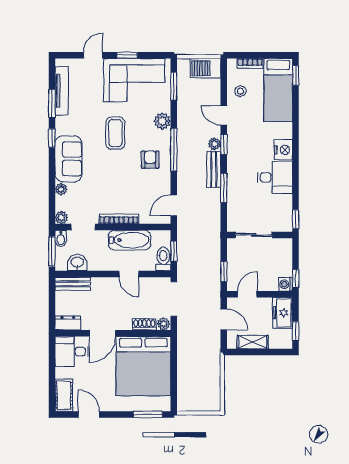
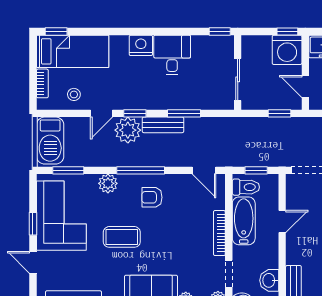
barbecue: (206, 68) -> (50, 141), width x1.37, depth x1.21
plant: (214, 144) -> (128, 130), width x1.88, depth x1.88
toilet: (163, 259) -> (246, 187), moved, turned 180
washing machine: (286, 284) -> (287, 50), width x1.89, depth x1.89

